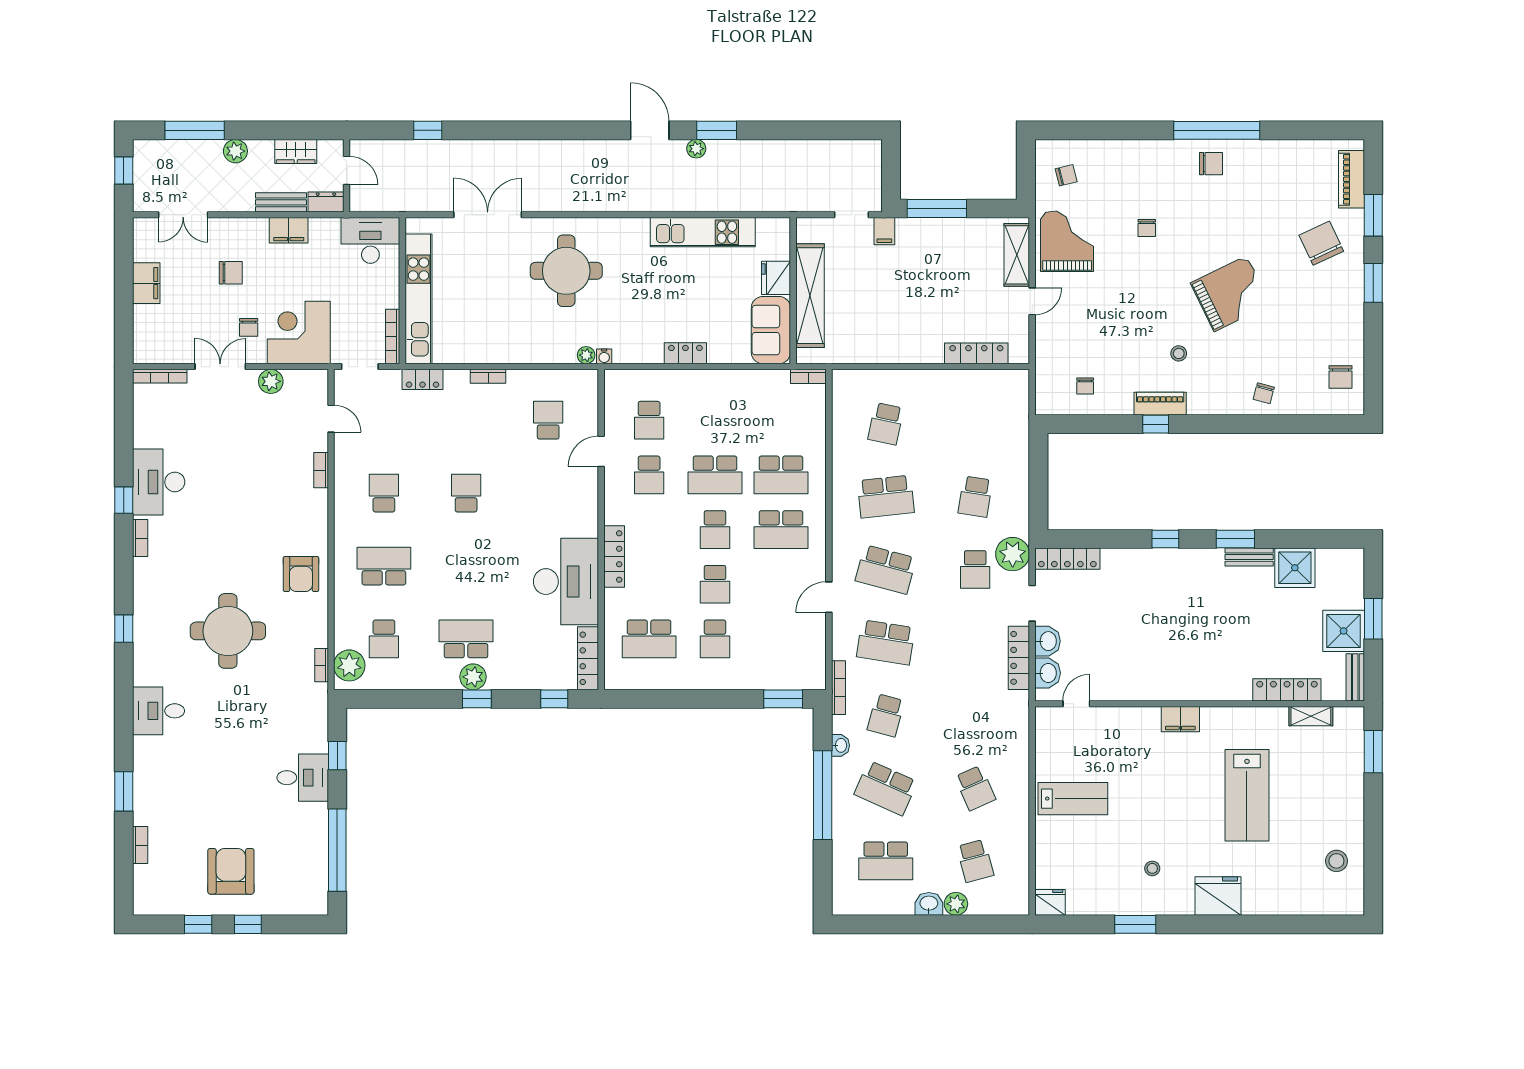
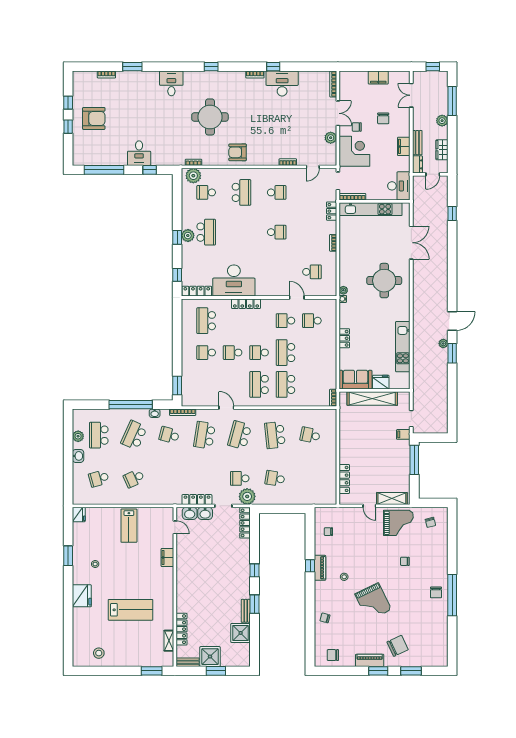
piano: (1351, 179) -> (370, 660), moved
filing cabinet: (1180, 719) -> (167, 558), moved
lab bench: (1247, 795) -> (131, 610), turned 180
plant: (956, 904) -> (78, 436), moved

